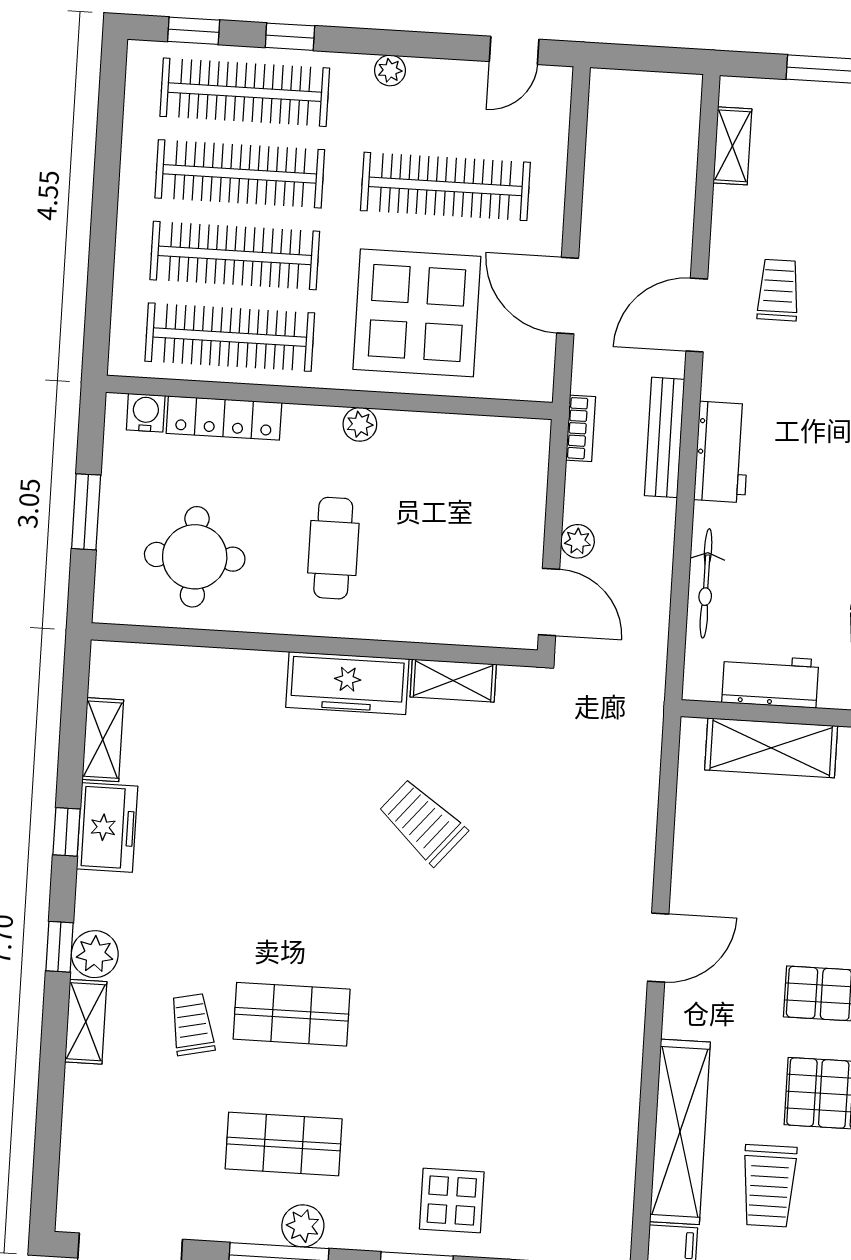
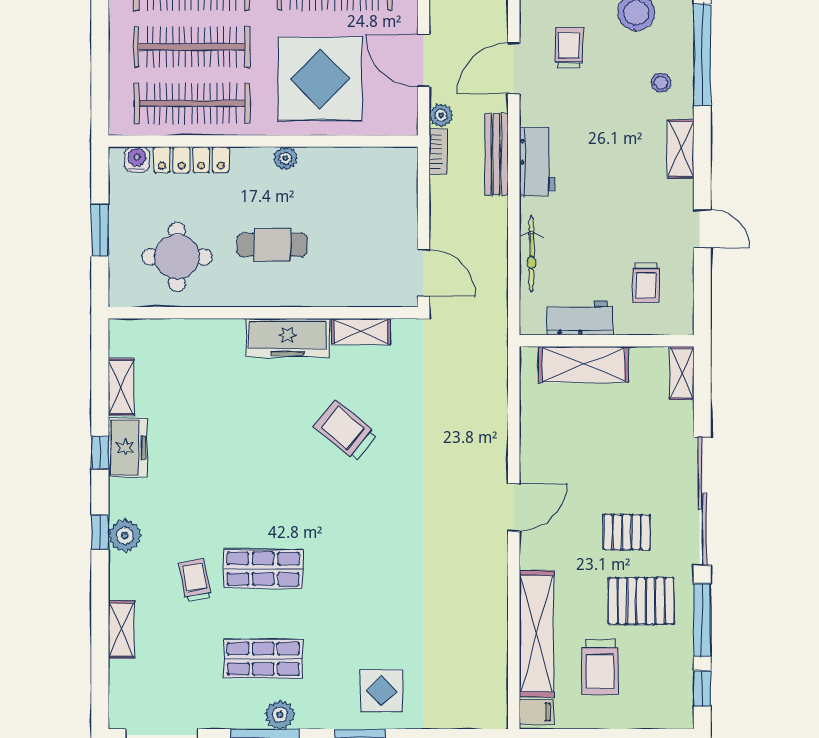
plant: (578, 541) -> (441, 115), moved
cafe table: (333, 548) -> (272, 245), turned 90
shelving: (86, 1022) -> (121, 630), moved

